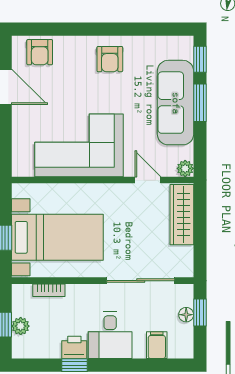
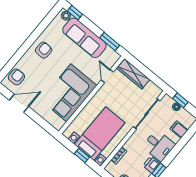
armchair: (40, 52) -> (16, 77), turned -90
armchair: (110, 59) -> (44, 50), turned -88
window: (200, 103) -> (110, 41), moved
plant: (185, 168) -> (66, 16), moved
door: (148, 180) -> (107, 76), hinge flipped

